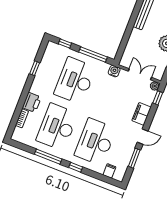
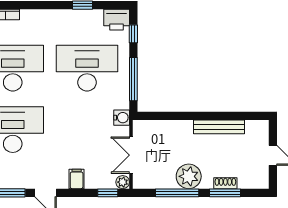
double door: (140, 74) -> (131, 155), swing flipped
printer: (32, 102) -> (117, 20), moved
filing cabinet: (141, 114) -> (77, 179), width x0.50

